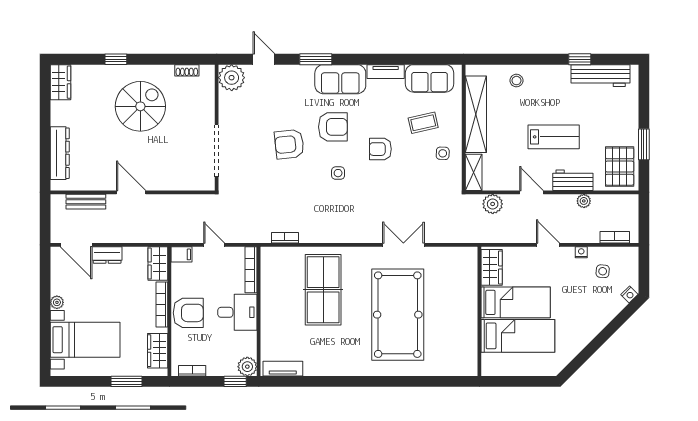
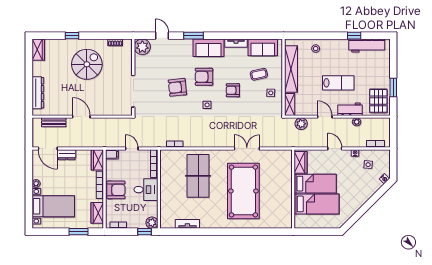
armchair: (333, 127) -> (204, 77), turned 180
tv unit: (283, 369) -> (187, 224), moved

